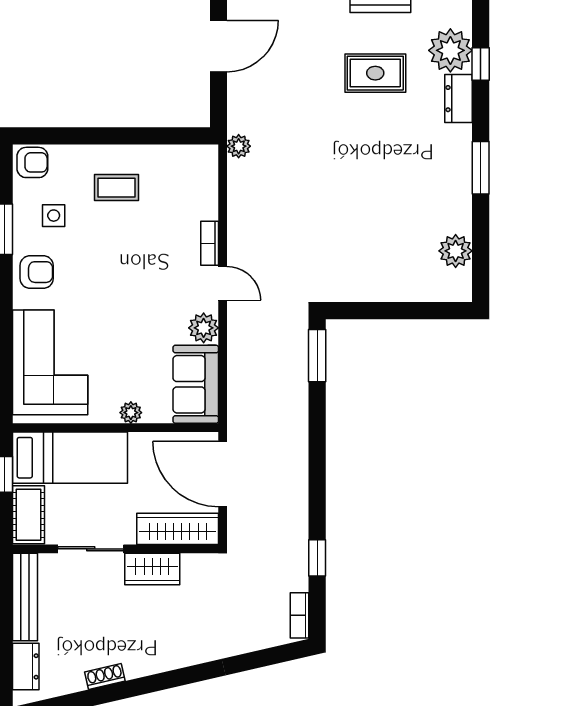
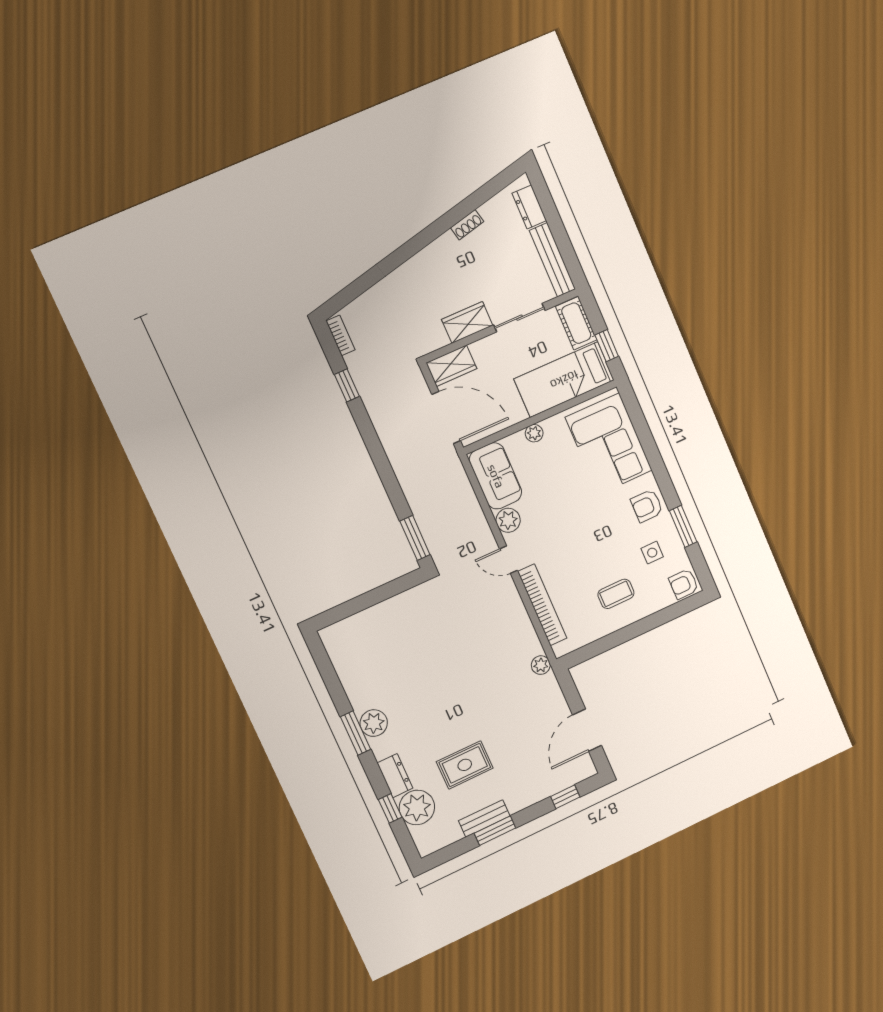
bookcase: (210, 243) -> (542, 605), width x2.31, depth x1.31
plant: (456, 251) -> (374, 723), moved
wardrobe: (178, 529) -> (451, 366), width x0.67

